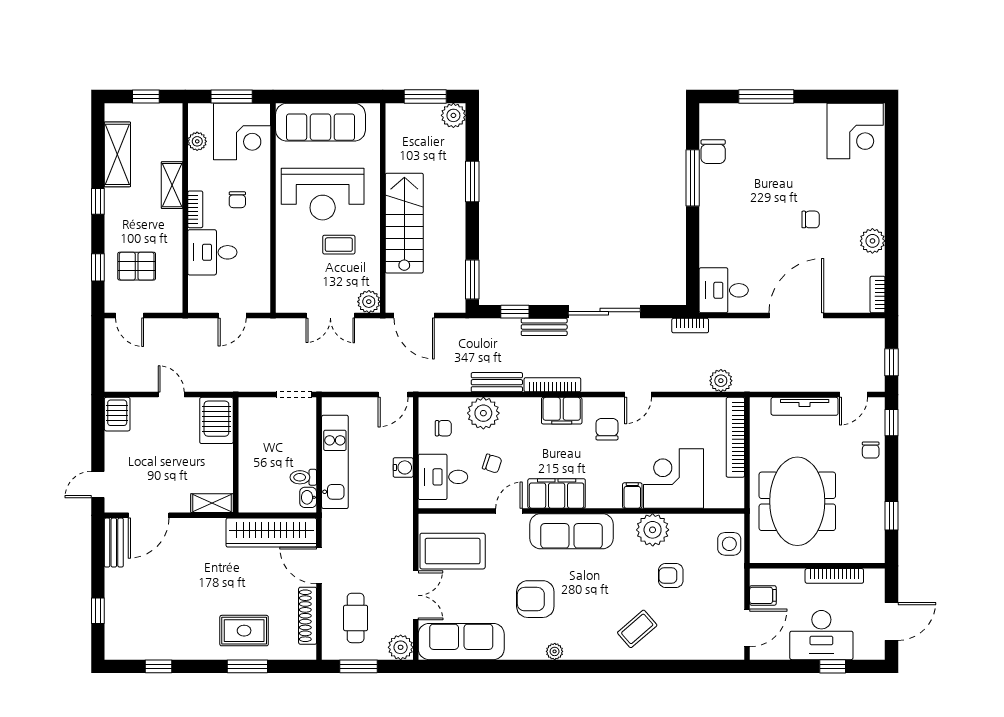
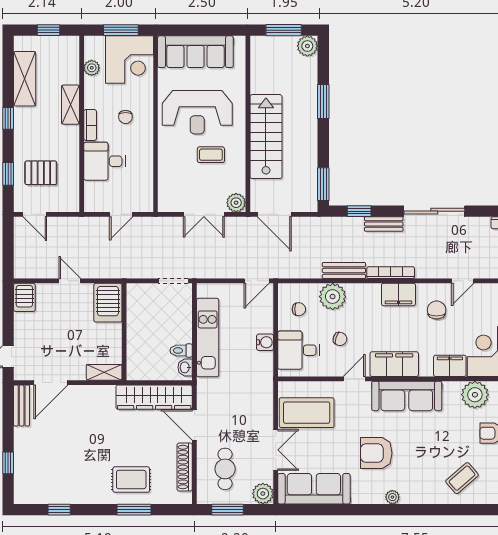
filing cabinet: (632, 495) -> (450, 366), width x2.00

